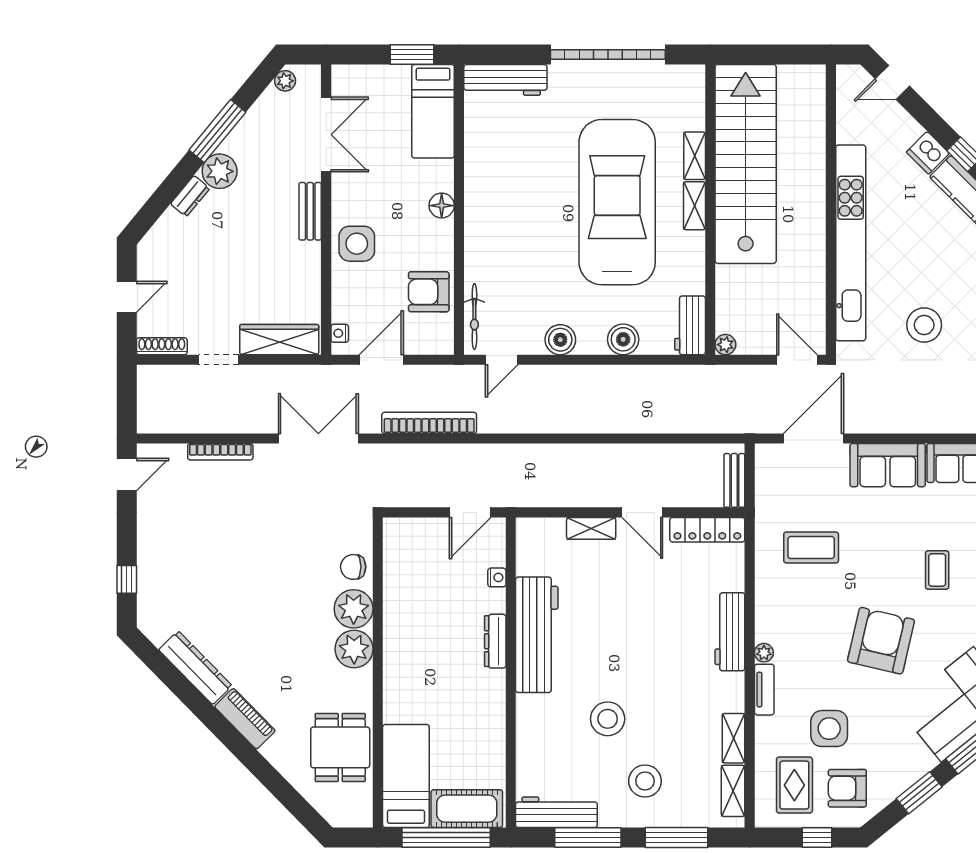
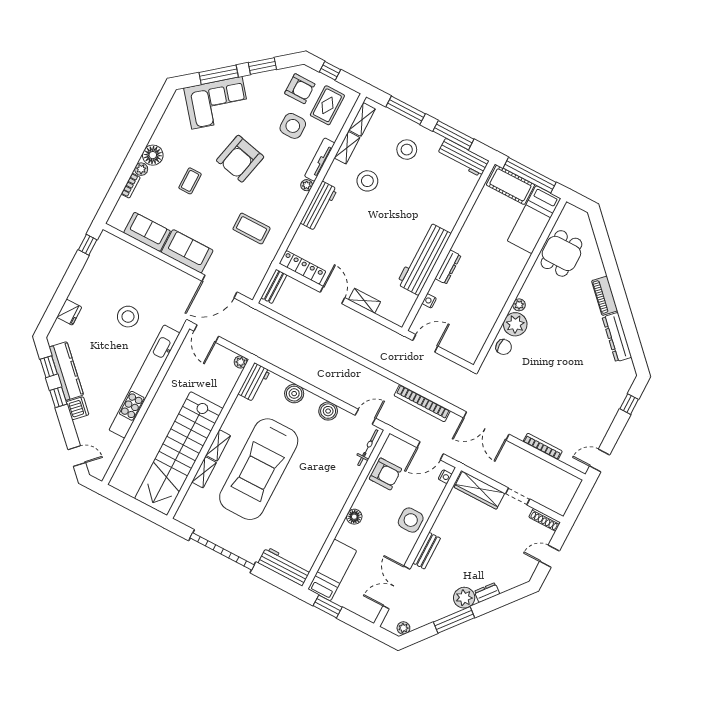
plant: (354, 649) -> (519, 305), width x0.53, depth x0.53
tv unit: (764, 690) -> (320, 160), width x1.41
stool: (608, 719) -> (367, 181), moved

